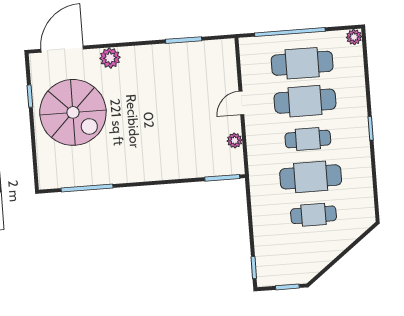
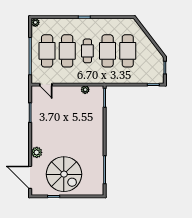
door: (241, 103) -> (46, 85), moved
spiral stairs: (73, 112) -> (64, 174), turned 90
cafe table: (313, 215) -> (128, 51), width x1.37, depth x1.35

